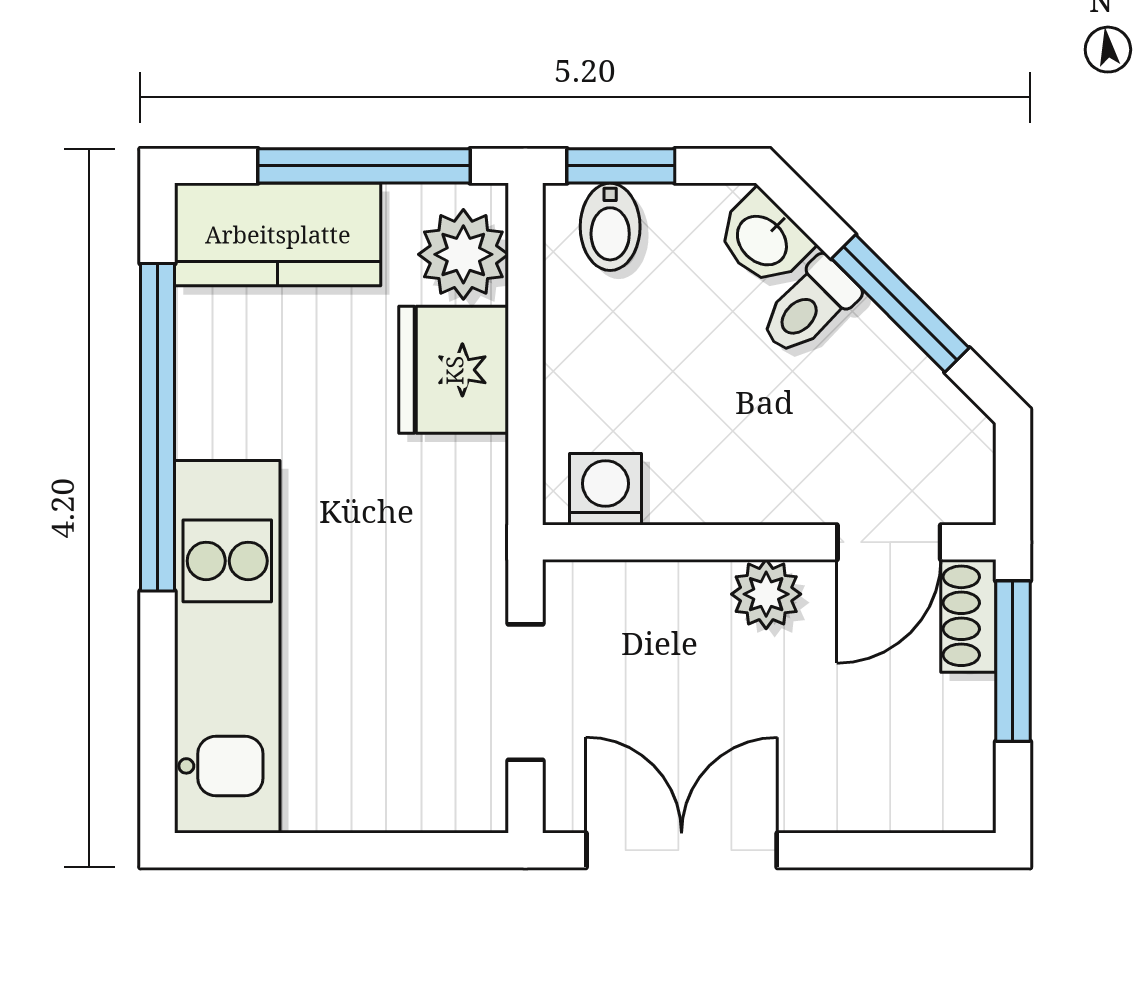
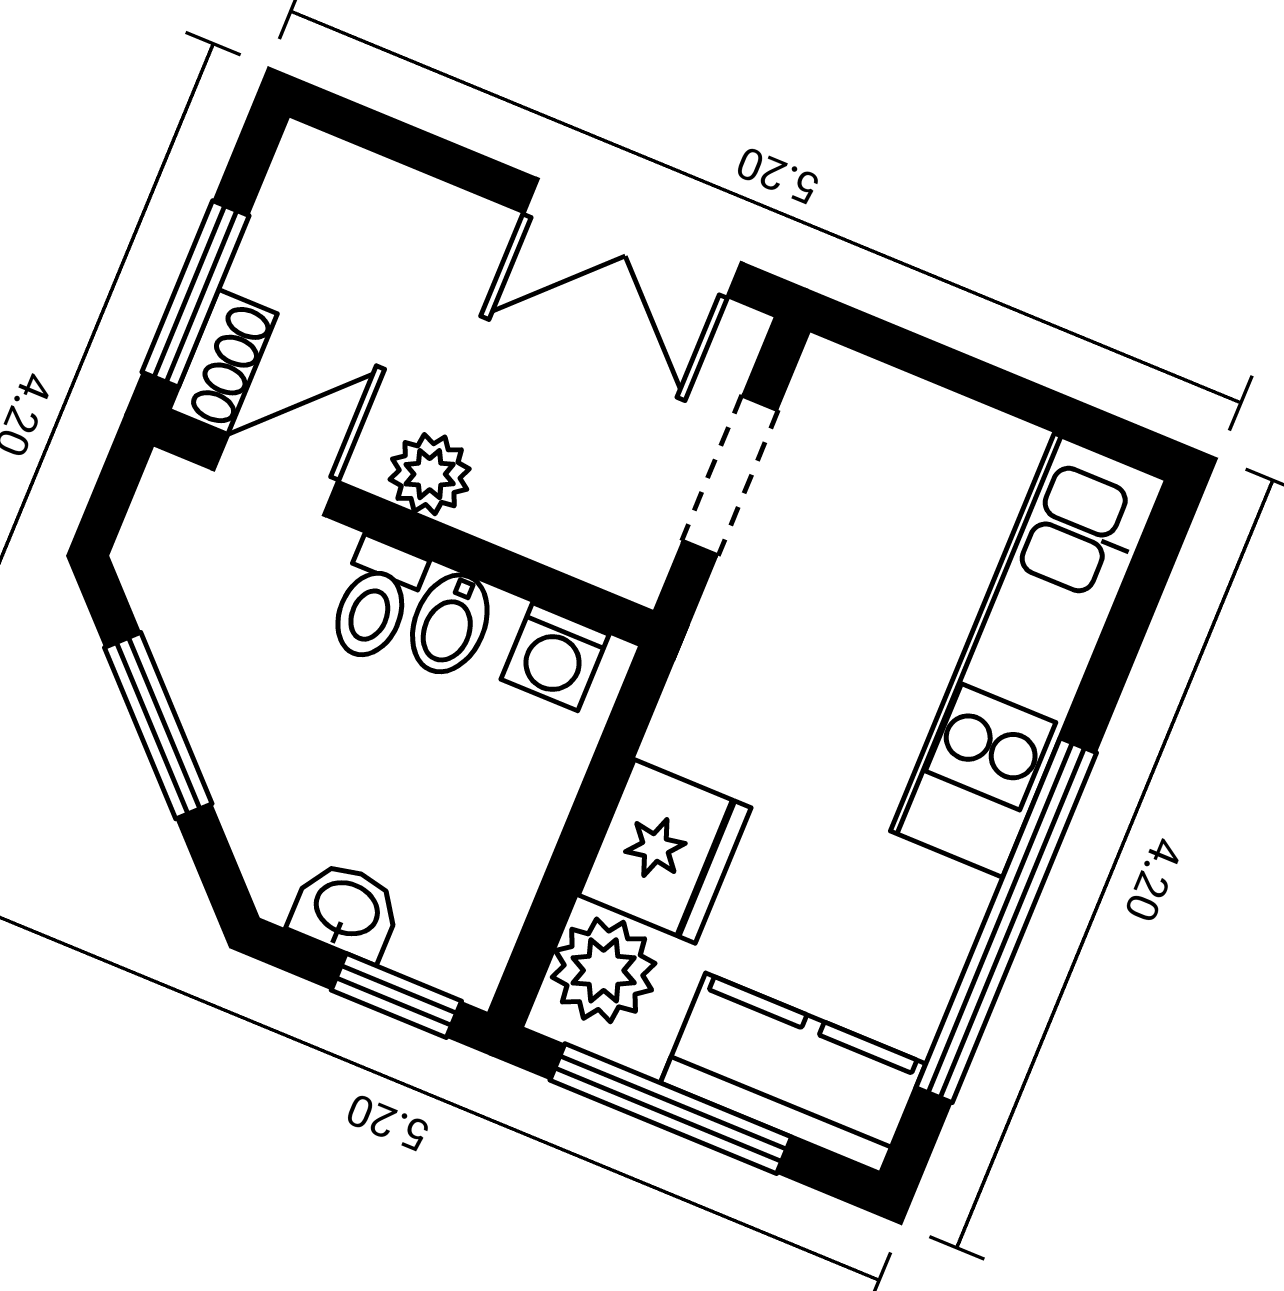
bidet: (610, 227) -> (450, 623), moved, turned 180
washbasin: (763, 239) -> (346, 910), moved, turned -45
toilet: (809, 306) -> (375, 600), moved, turned 135

